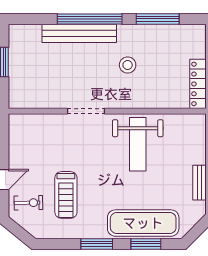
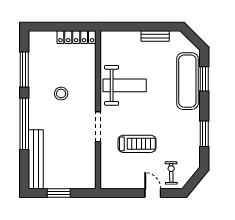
bench: (79, 33) -> (36, 159), moved
treadmill: (66, 195) -> (137, 144), moved
window: (97, 244) -> (204, 134), moved

